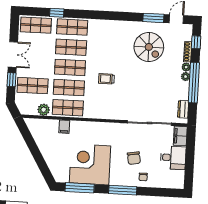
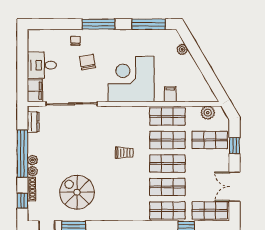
double door: (13, 55) -> (234, 187), moved
plant: (44, 110) -> (208, 113), moved
corner desk: (90, 164) -> (131, 79), moved, turned 180
plant: (52, 165) -> (182, 49), added

